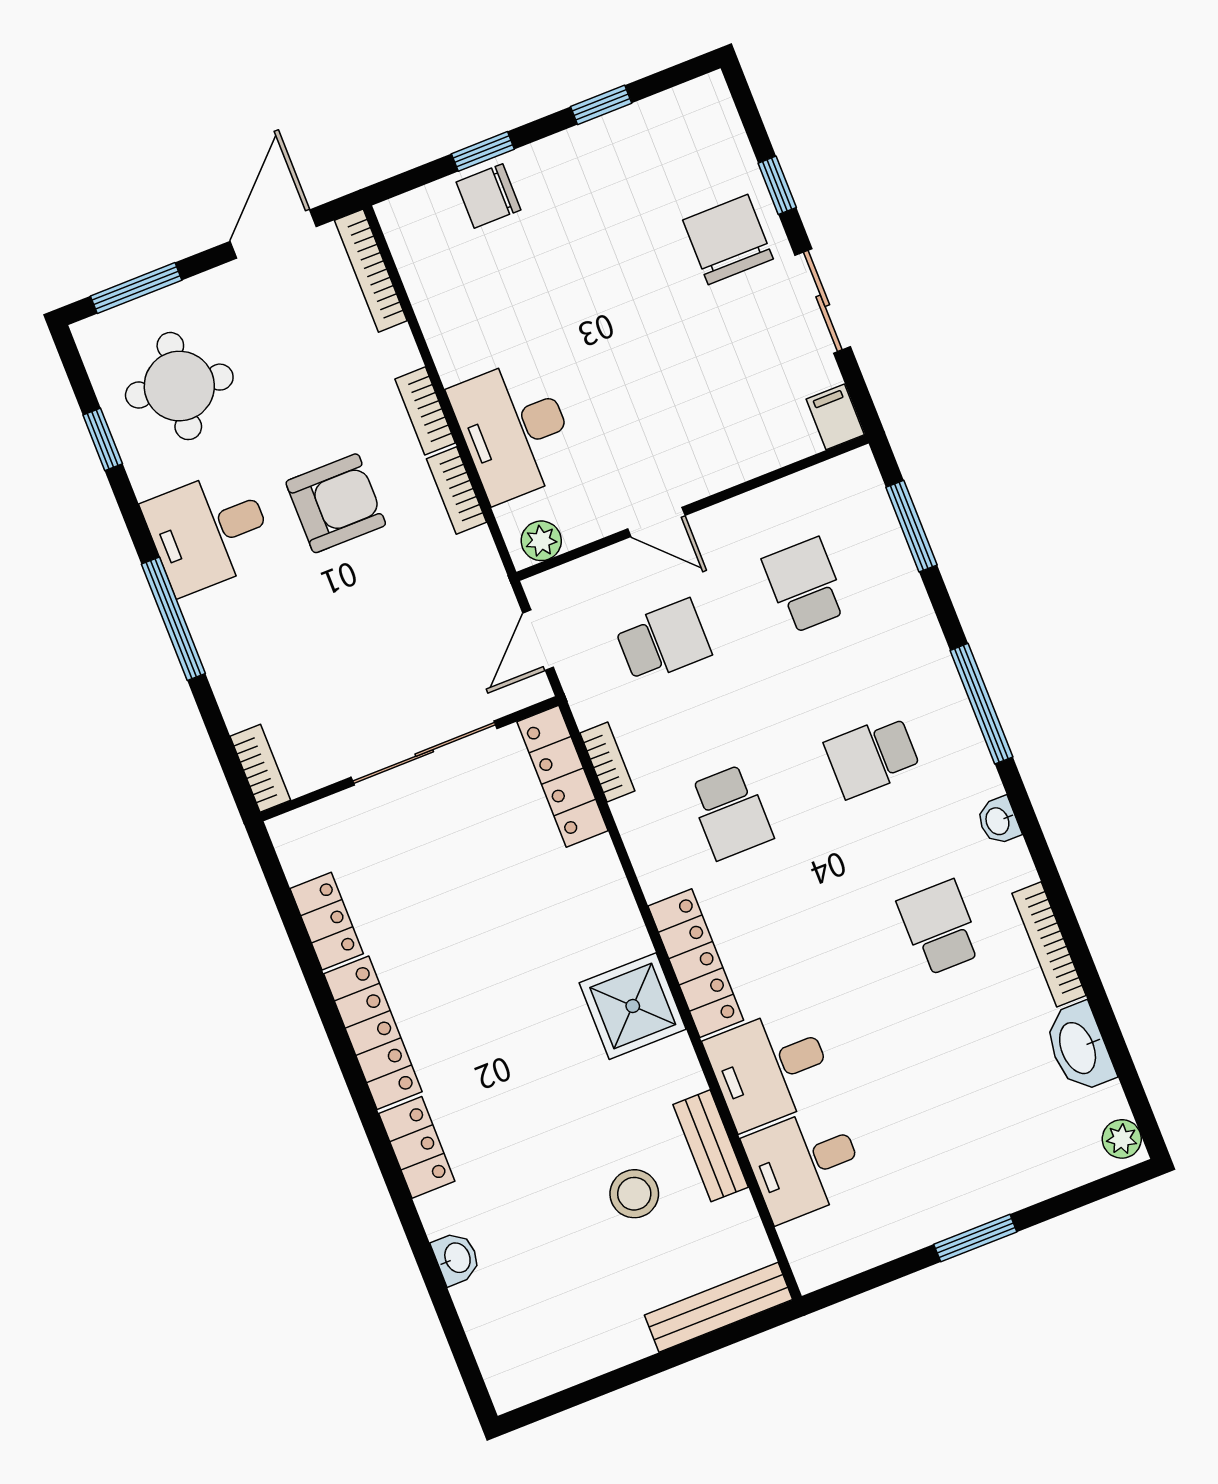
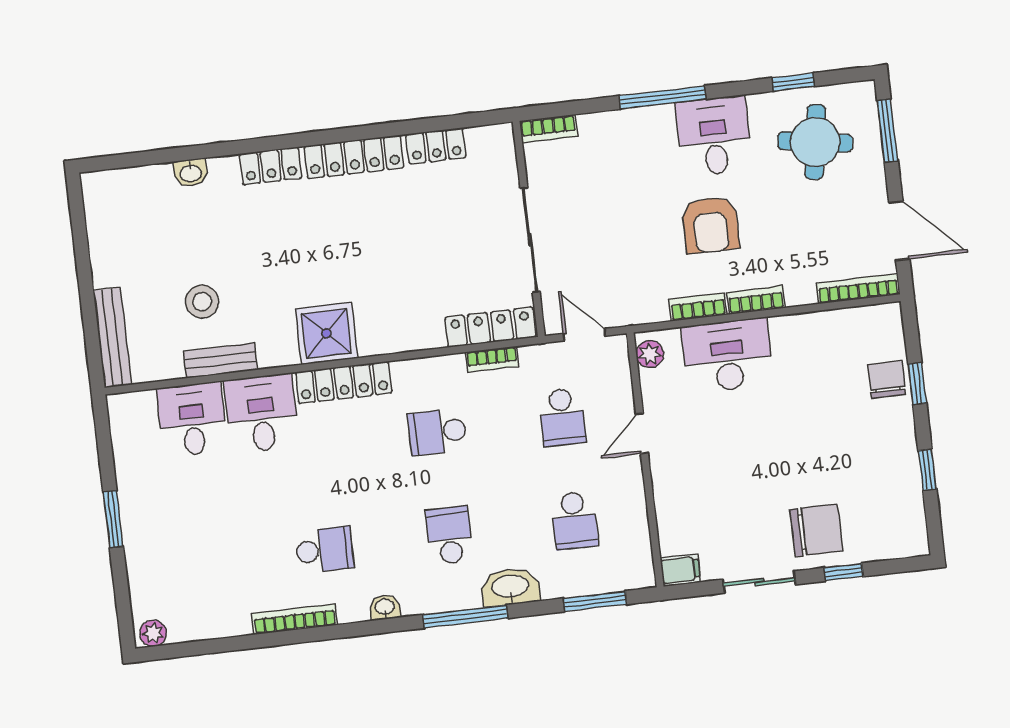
school desk: (805, 585) -> (574, 521), turned 90
washbasin: (1079, 1048) -> (510, 587), moved

